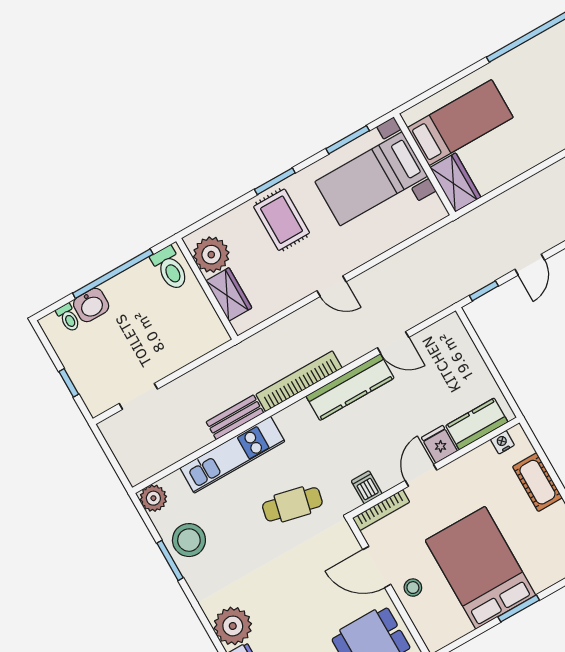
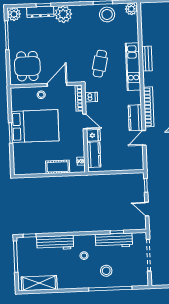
bookcase: (299, 381) -> (149, 107), moved
kitchen counter: (350, 387) -> (135, 118), width x0.67
kitchen unit: (232, 455) -> (133, 67), moved

